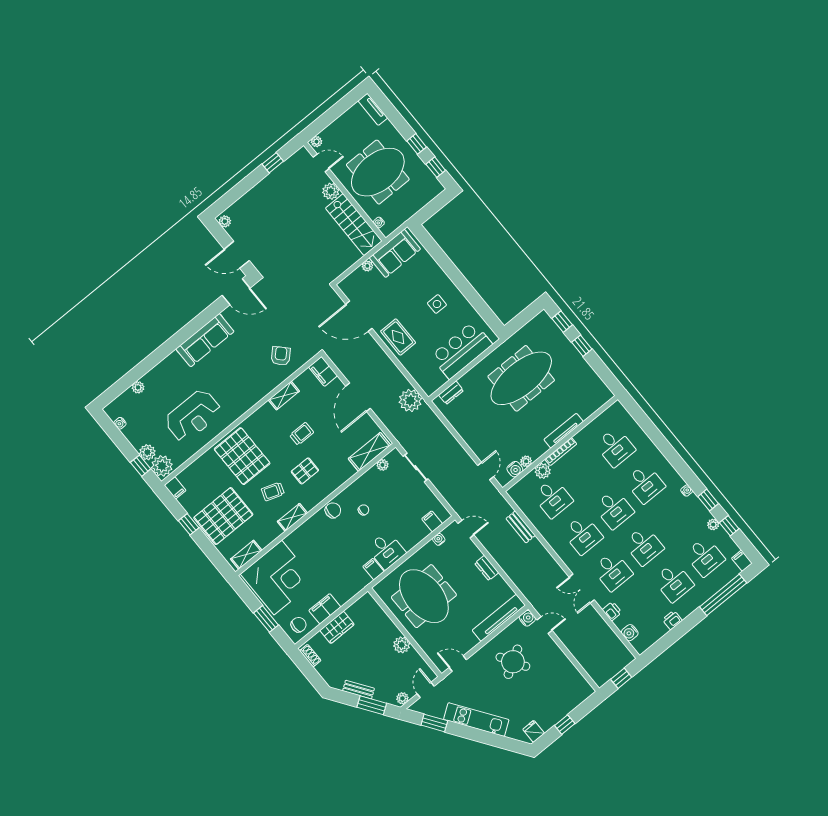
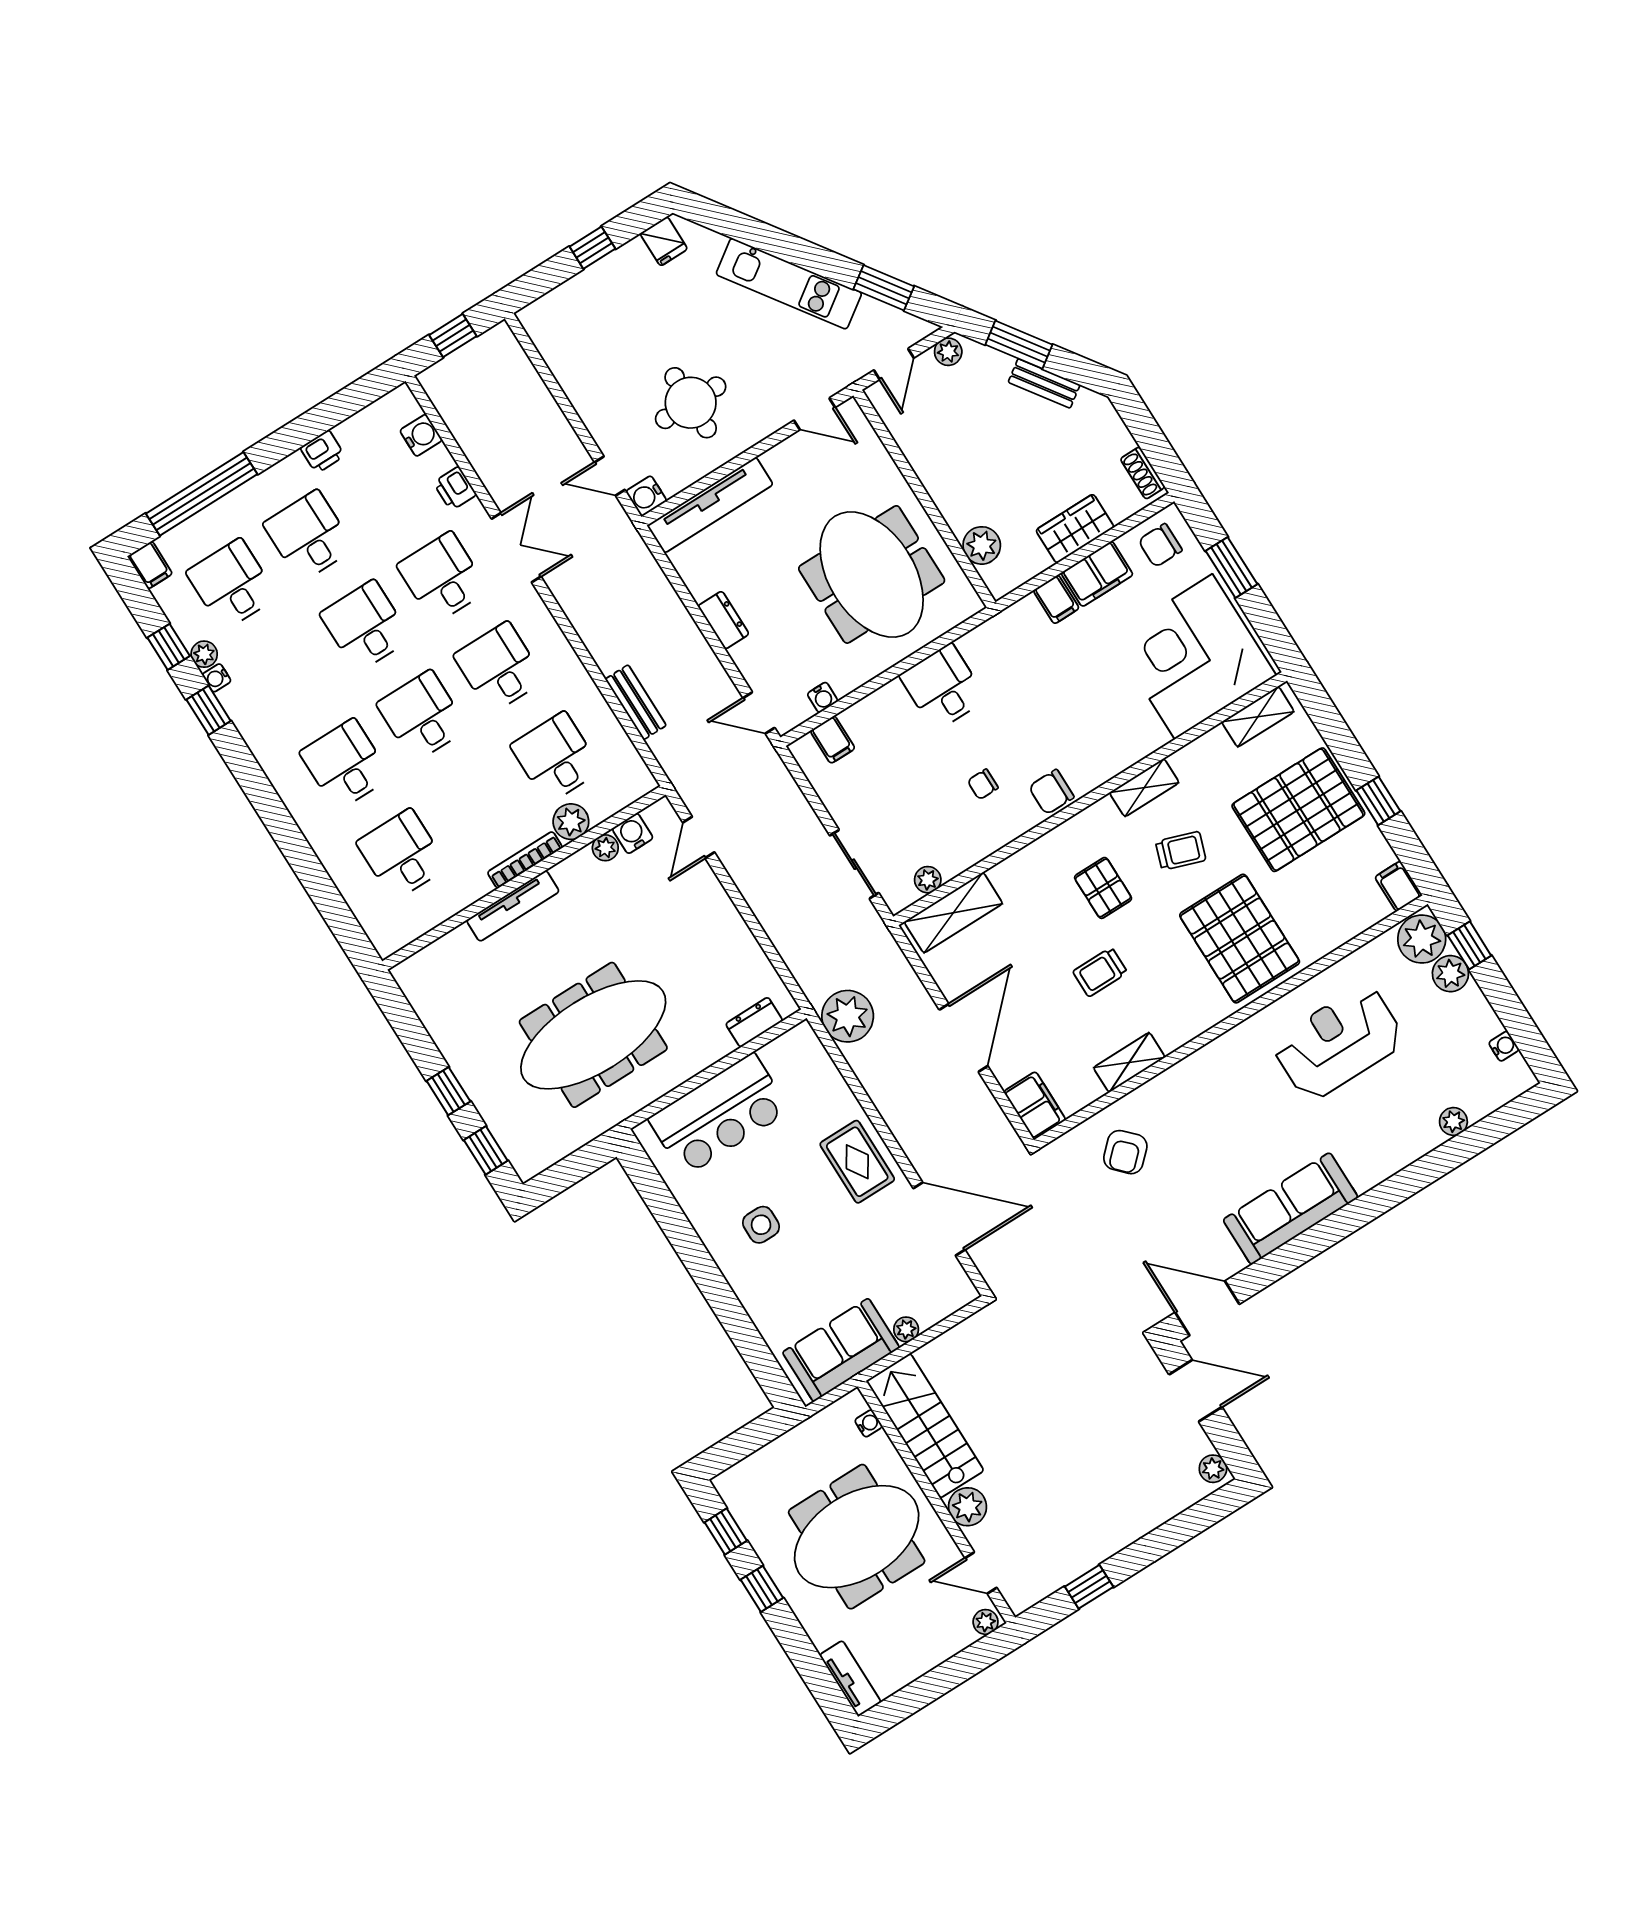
pallet: (305, 471) -> (1103, 888), turned 90
water cooler: (687, 491) -> (217, 678), moved
filing cabinet: (373, 569) -> (1056, 599), moved
plant: (402, 645) -> (982, 545), moved
round table: (513, 662) -> (691, 403), turned 31

